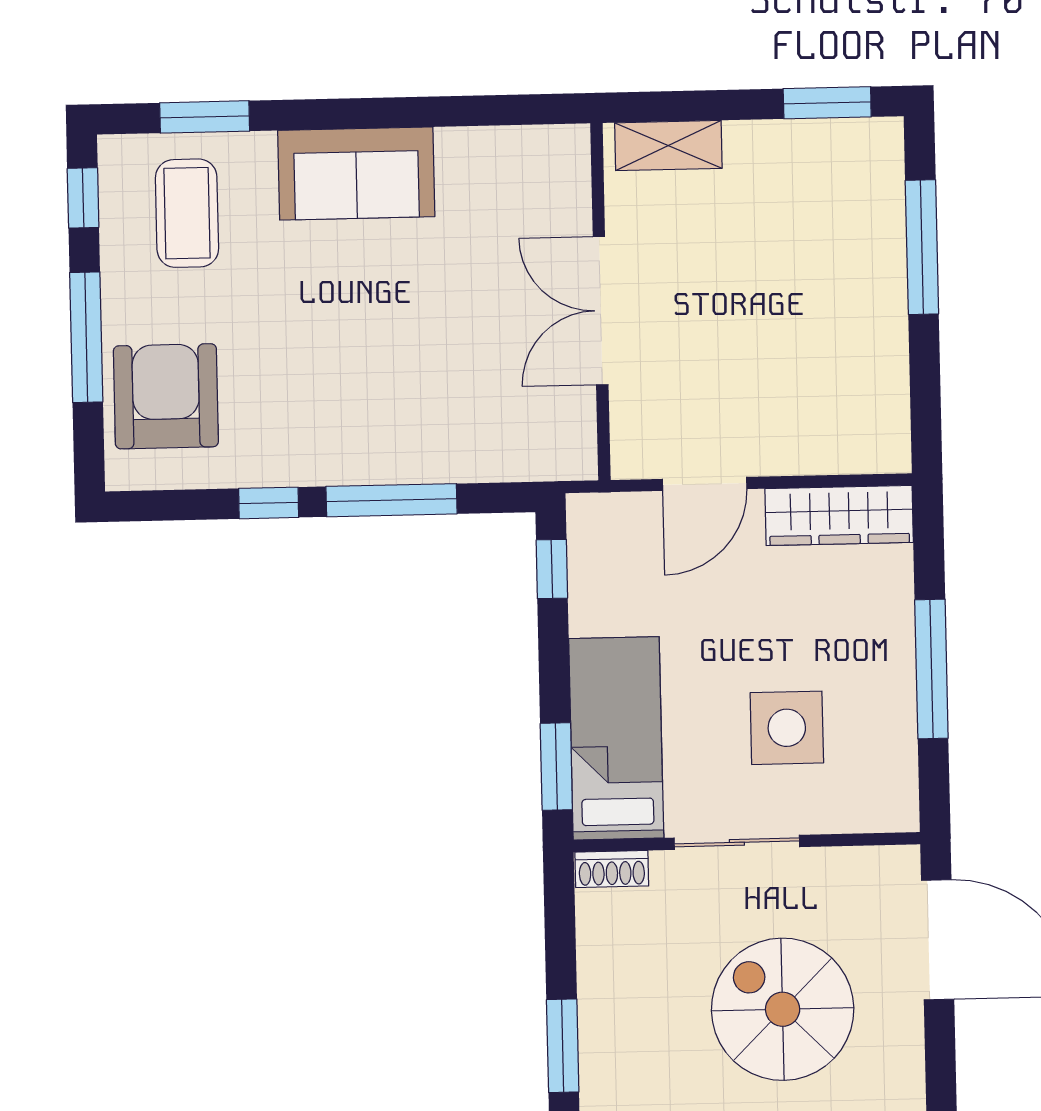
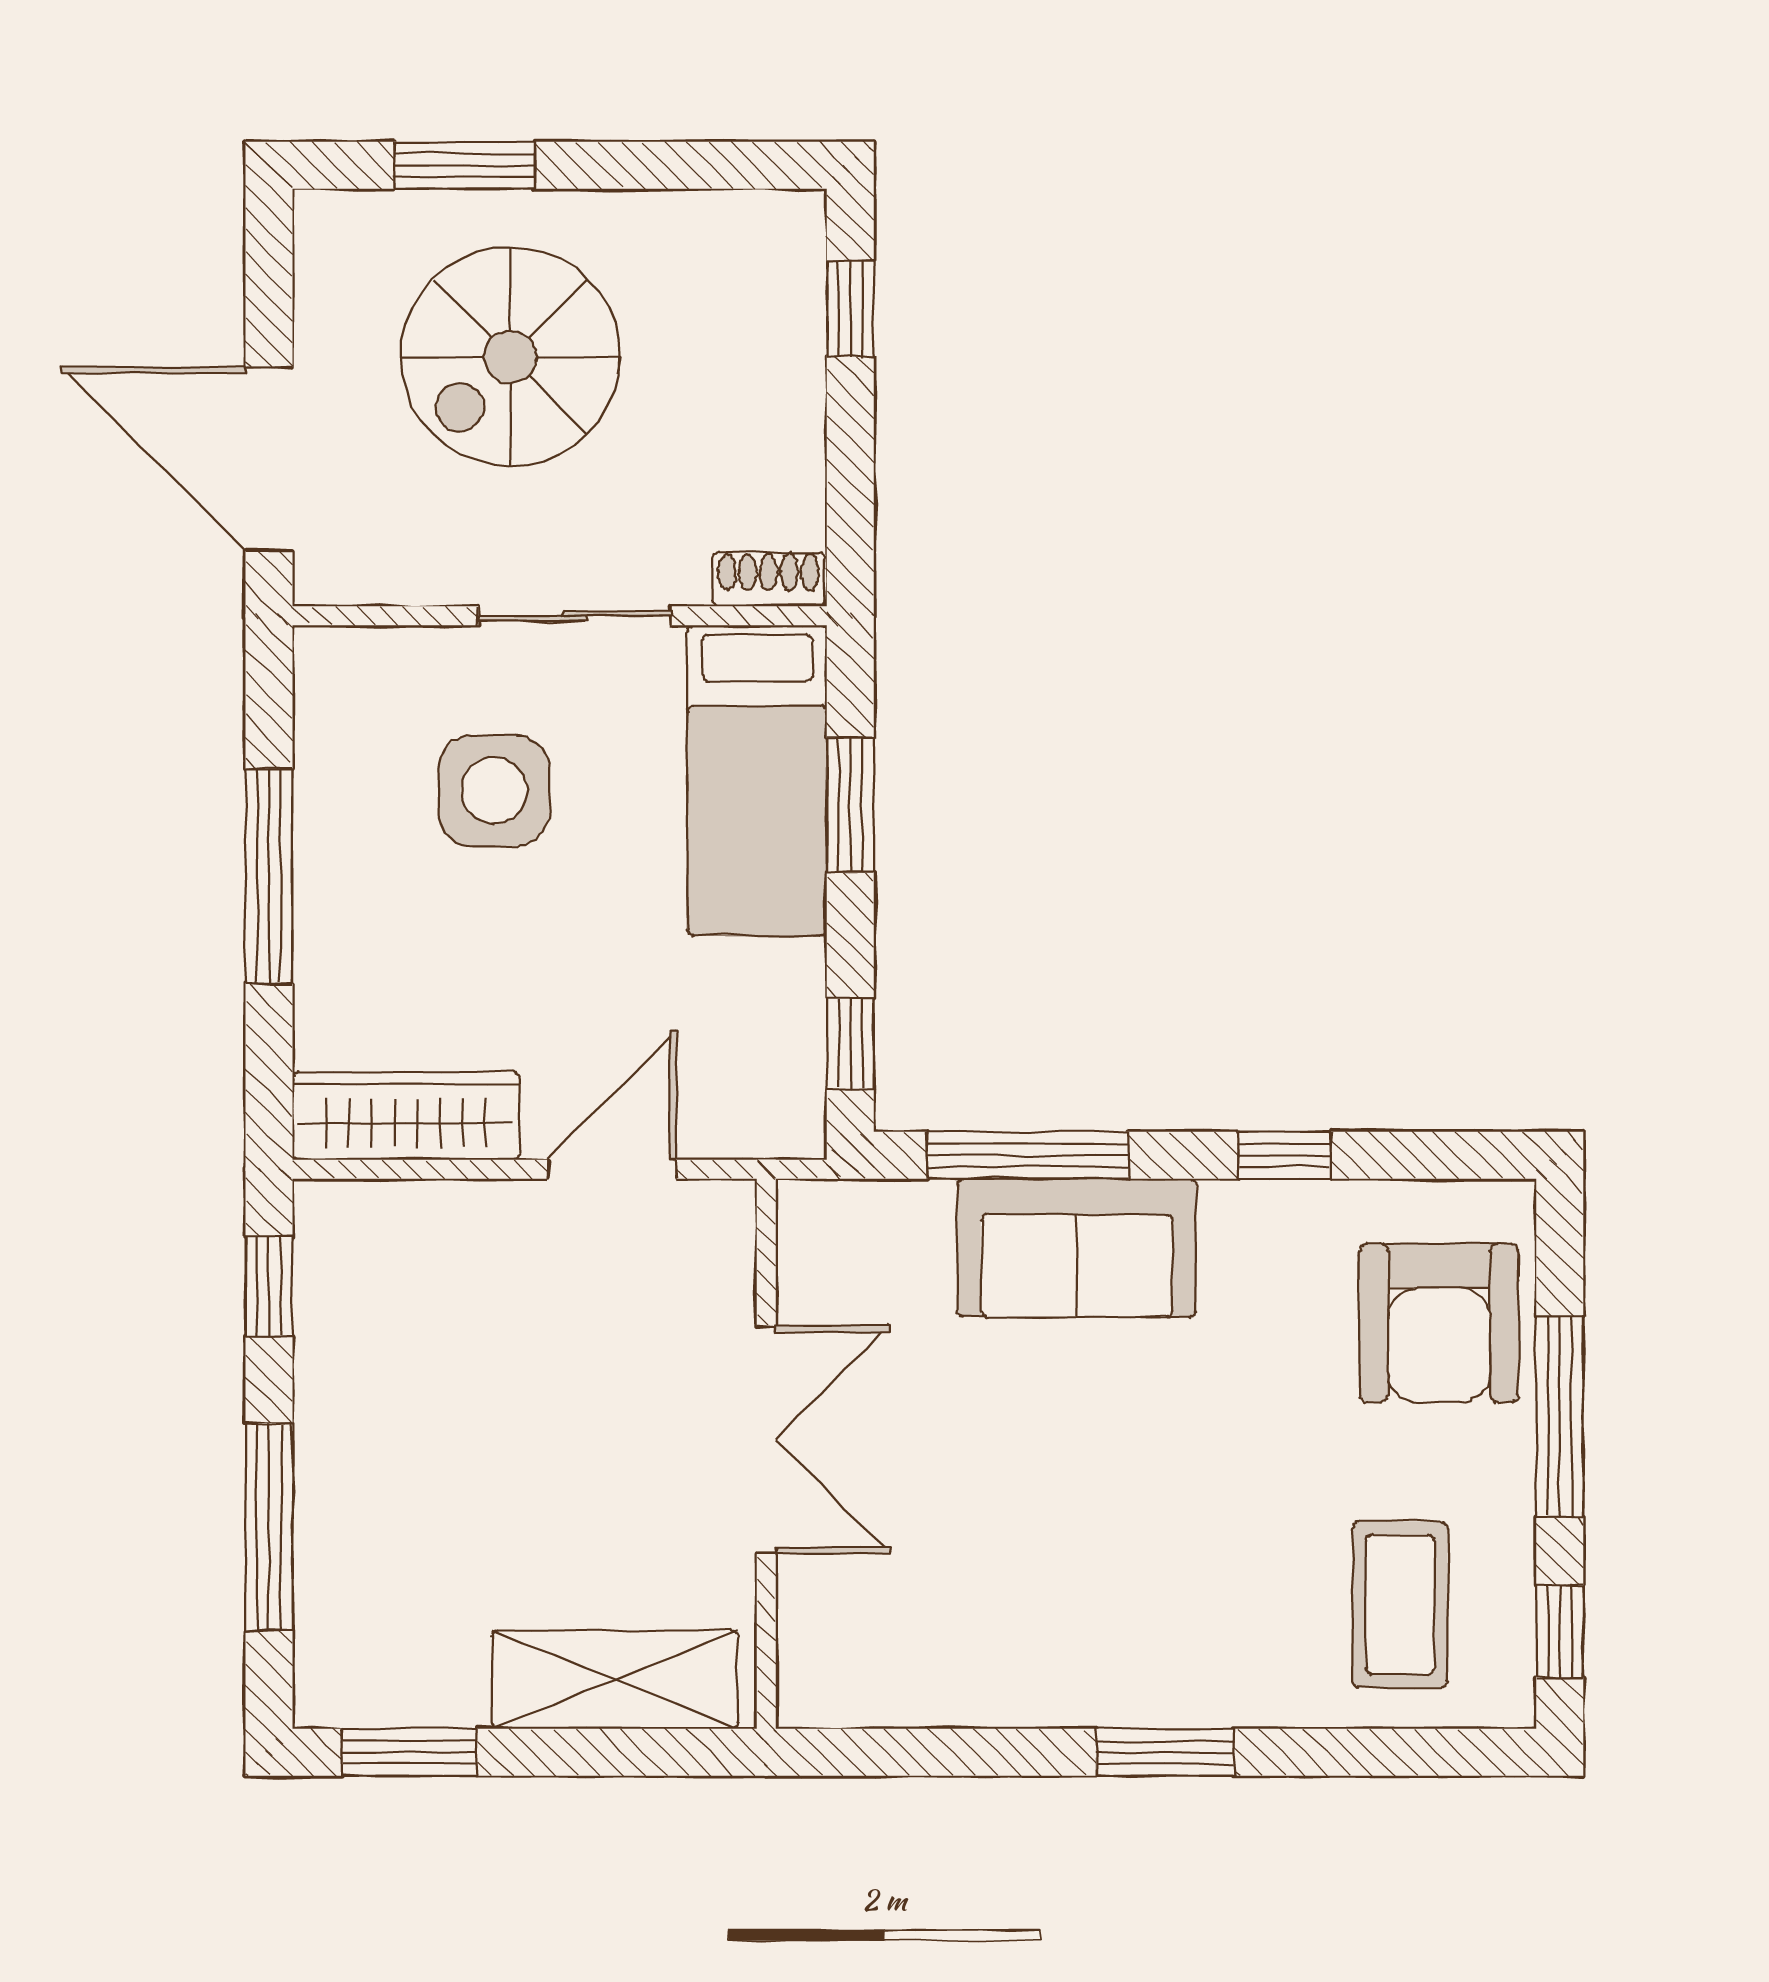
window: (205, 117) -> (1165, 1752), moved
shelving: (668, 146) -> (615, 1680), width x1.50, depth x1.33
sofa: (356, 174) -> (1077, 1248), moved, turned 180
window: (925, 403) -> (269, 1287), added
window: (392, 500) -> (1028, 1155), moved
window: (556, 767) -> (850, 805), moved
spiral stairs: (783, 1009) -> (510, 357), turned 90
window: (563, 1046) -> (850, 309), width x0.67

